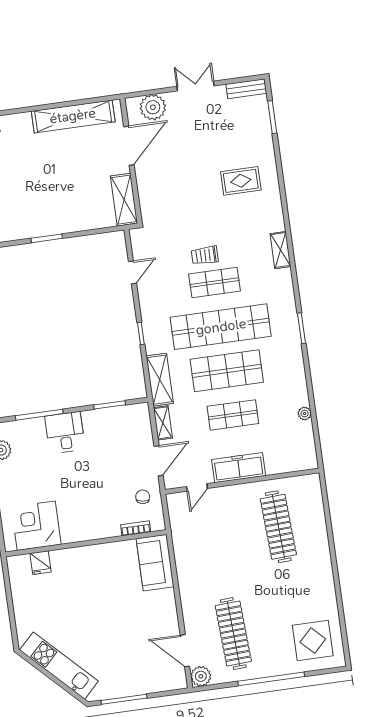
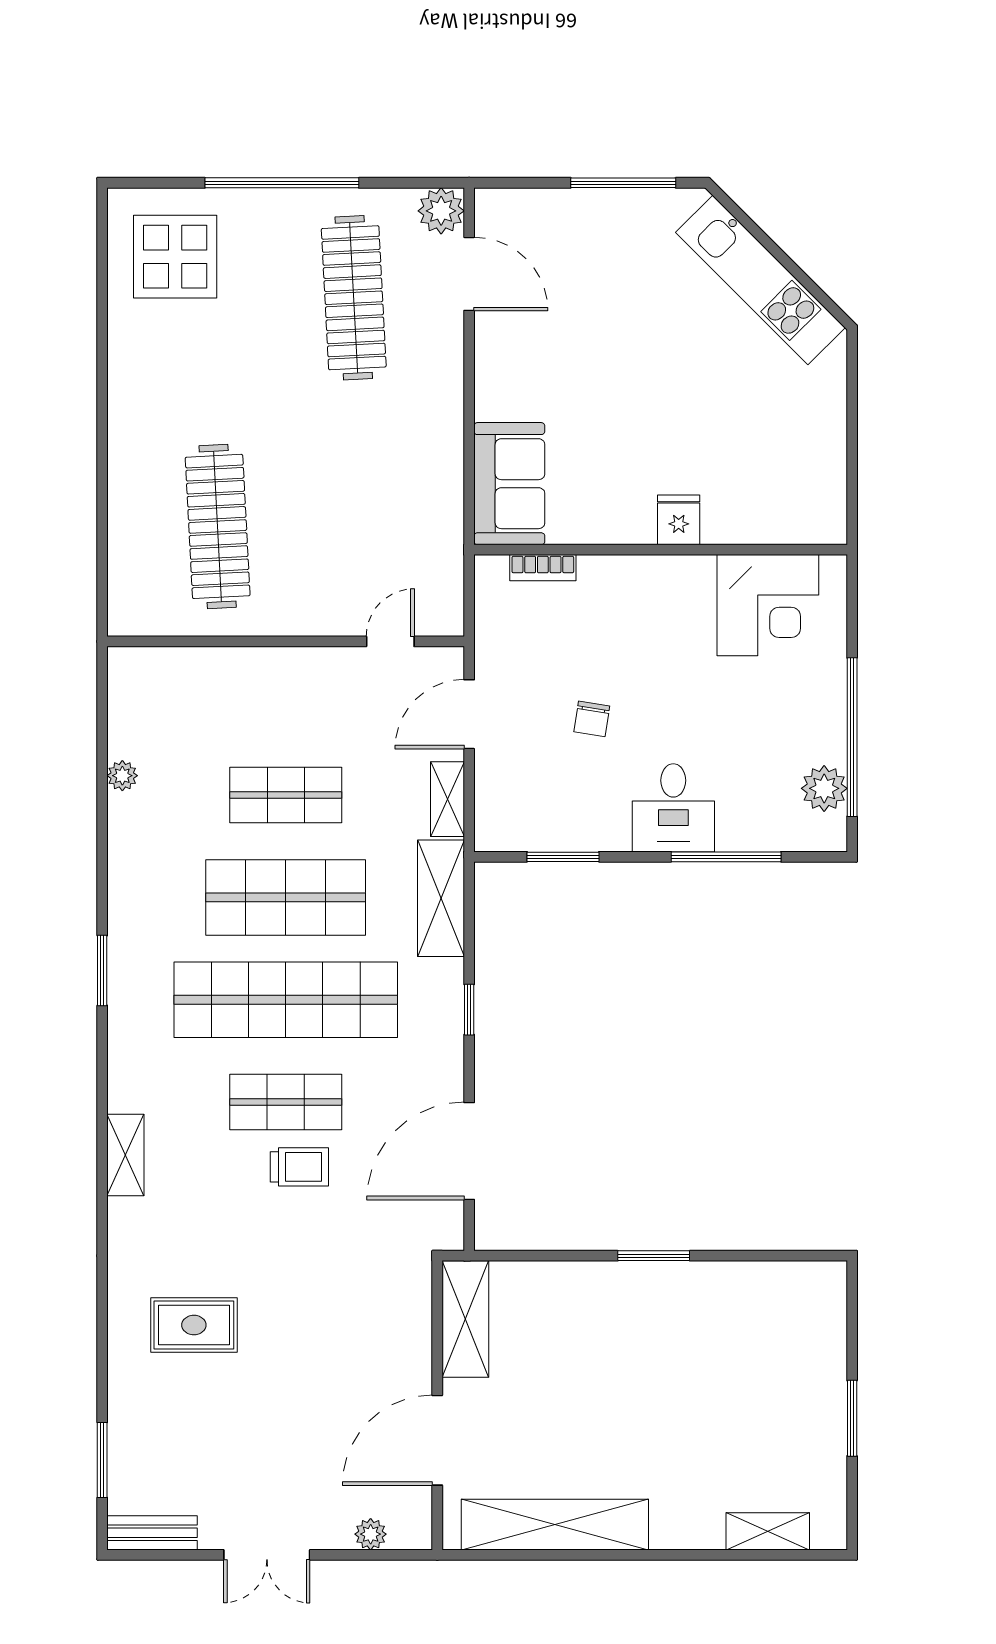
plant: (153, 107) -> (371, 1534), width x0.53, depth x0.53
door: (132, 272) -> (469, 1151), width x1.87
freezer: (239, 468) -> (289, 674), removed
chair: (143, 497) -> (592, 719), moved
fridge: (41, 563) -> (679, 520), moved

